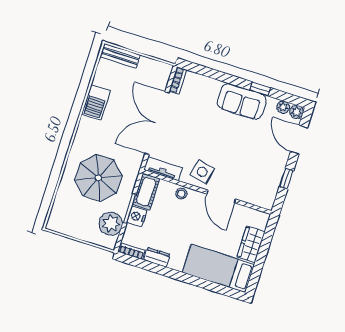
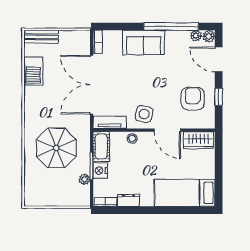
window: (260, 89) -> (171, 26), width x3.17
sofa: (242, 101) -> (144, 42), moved
barbecue: (96, 103) -> (33, 71), moved
armchair: (258, 172) -> (193, 99), added
plant: (111, 224) -> (84, 179), width x0.53, depth x0.53
wardrobe: (251, 244) -> (198, 140), moved, turned -90

